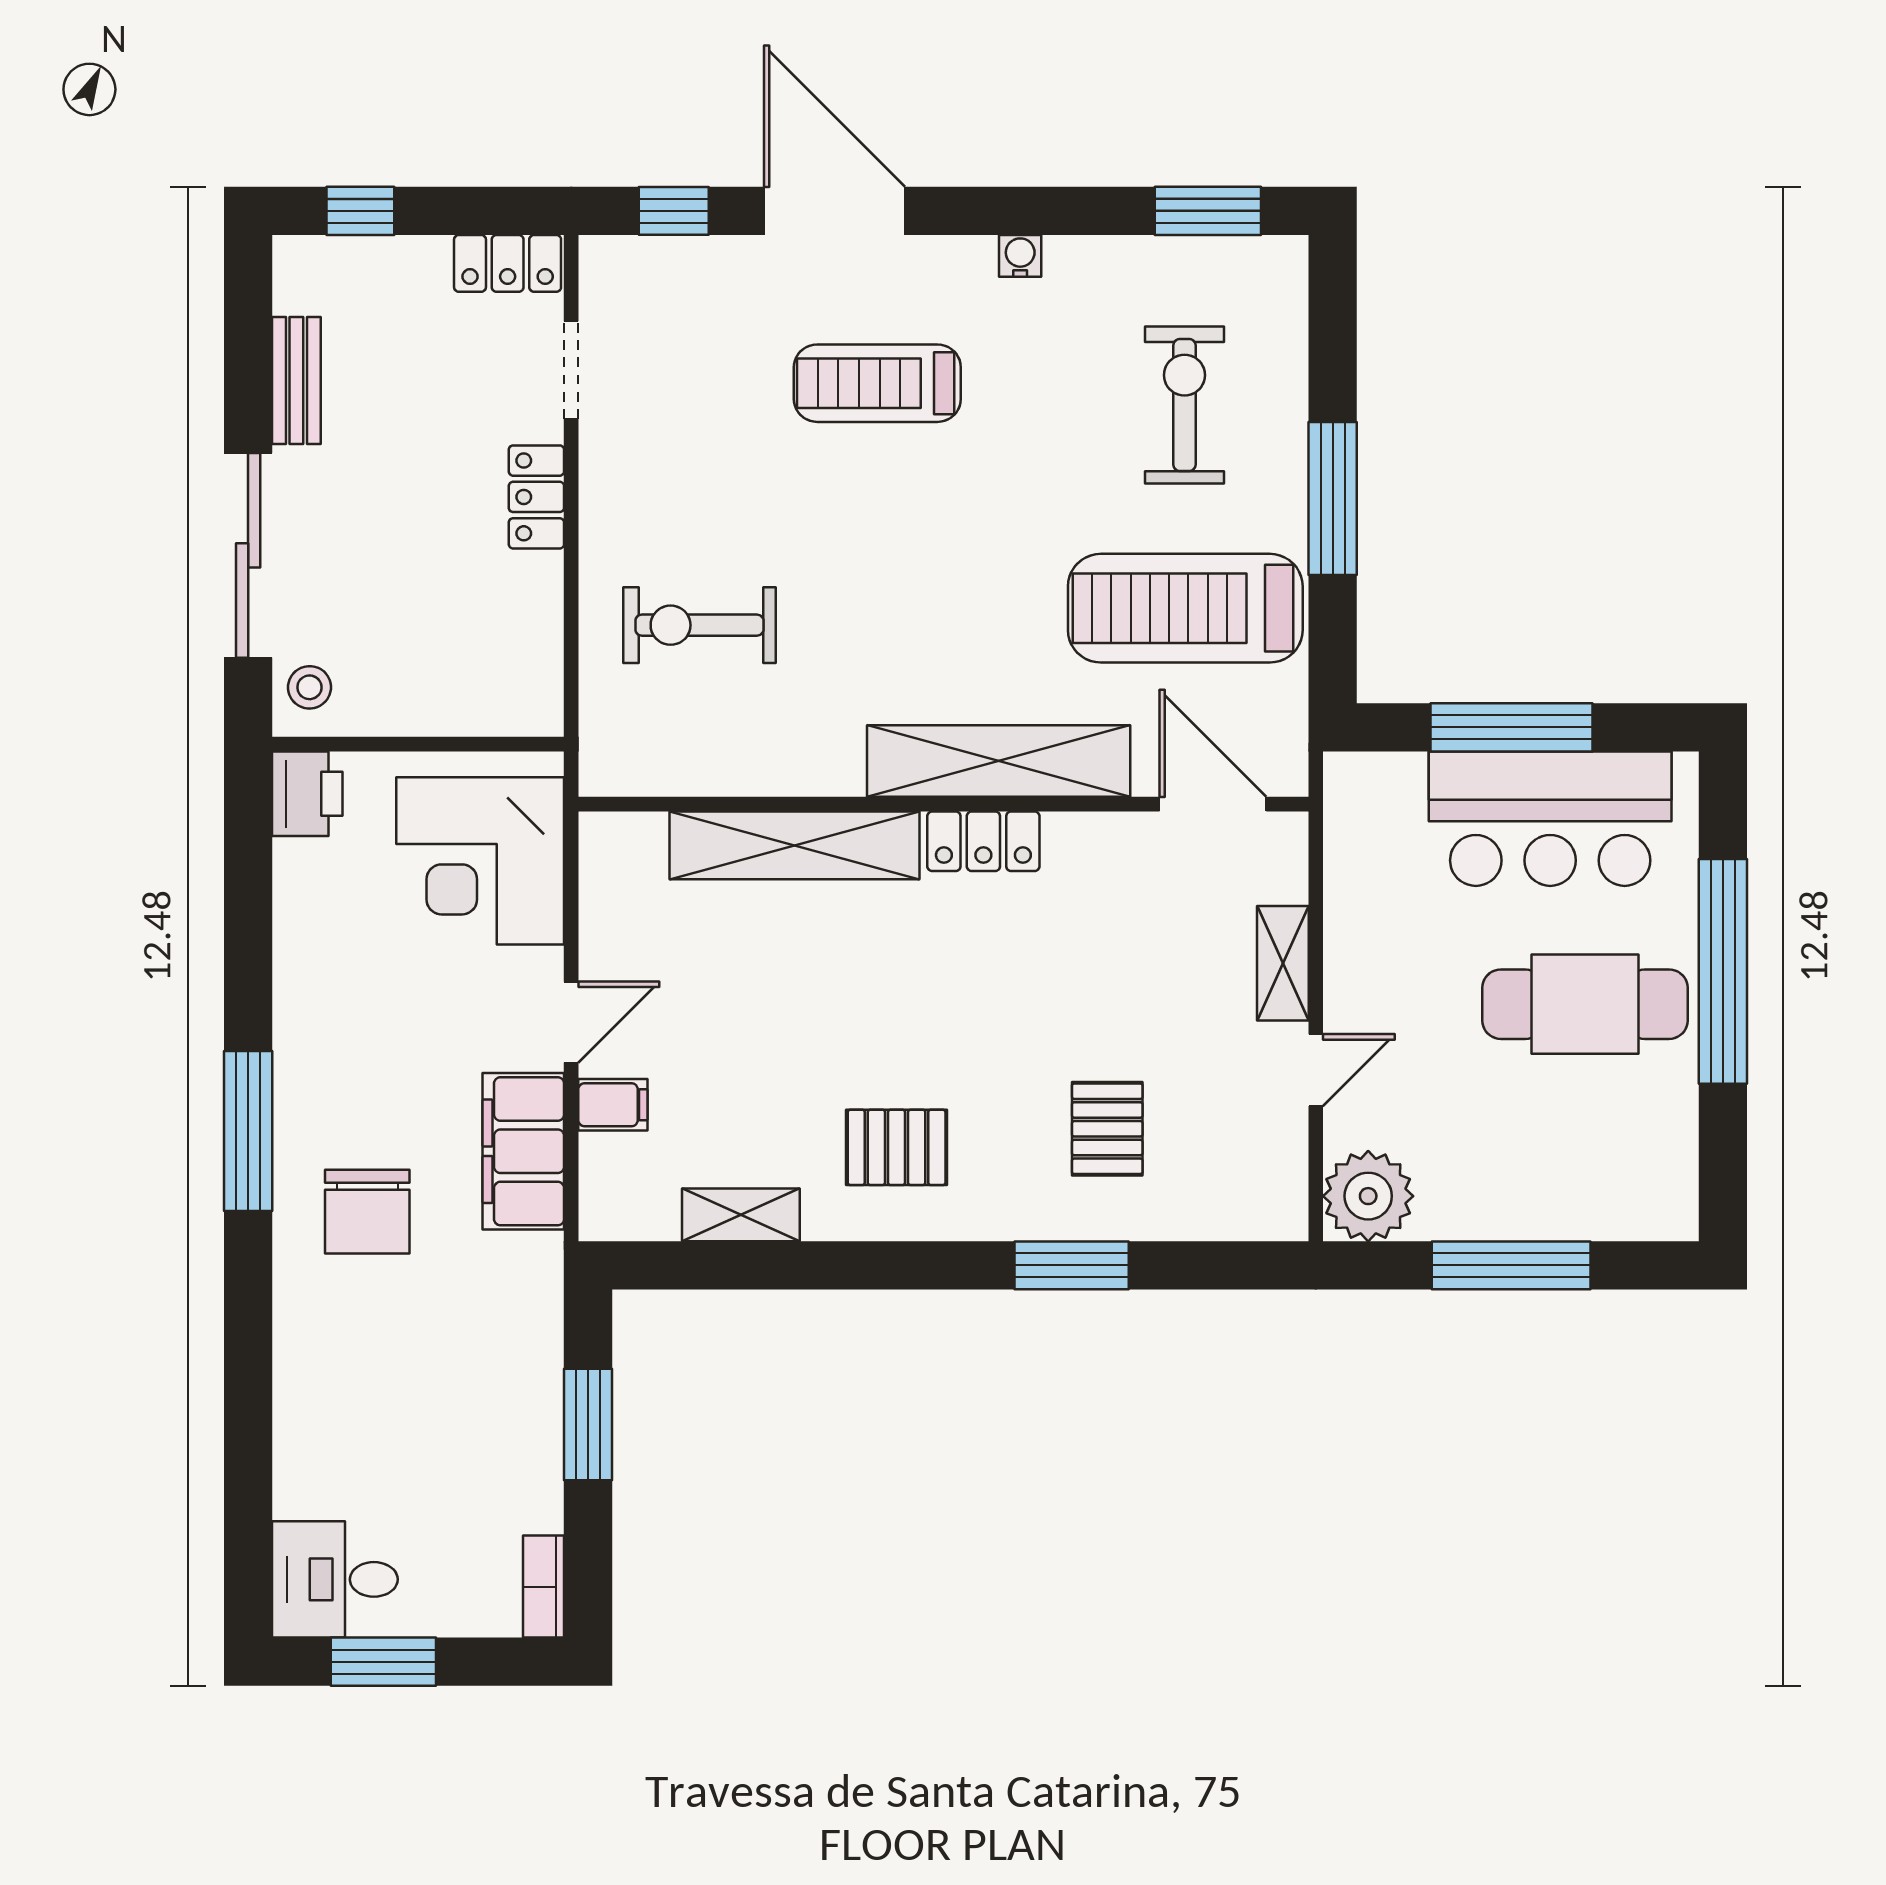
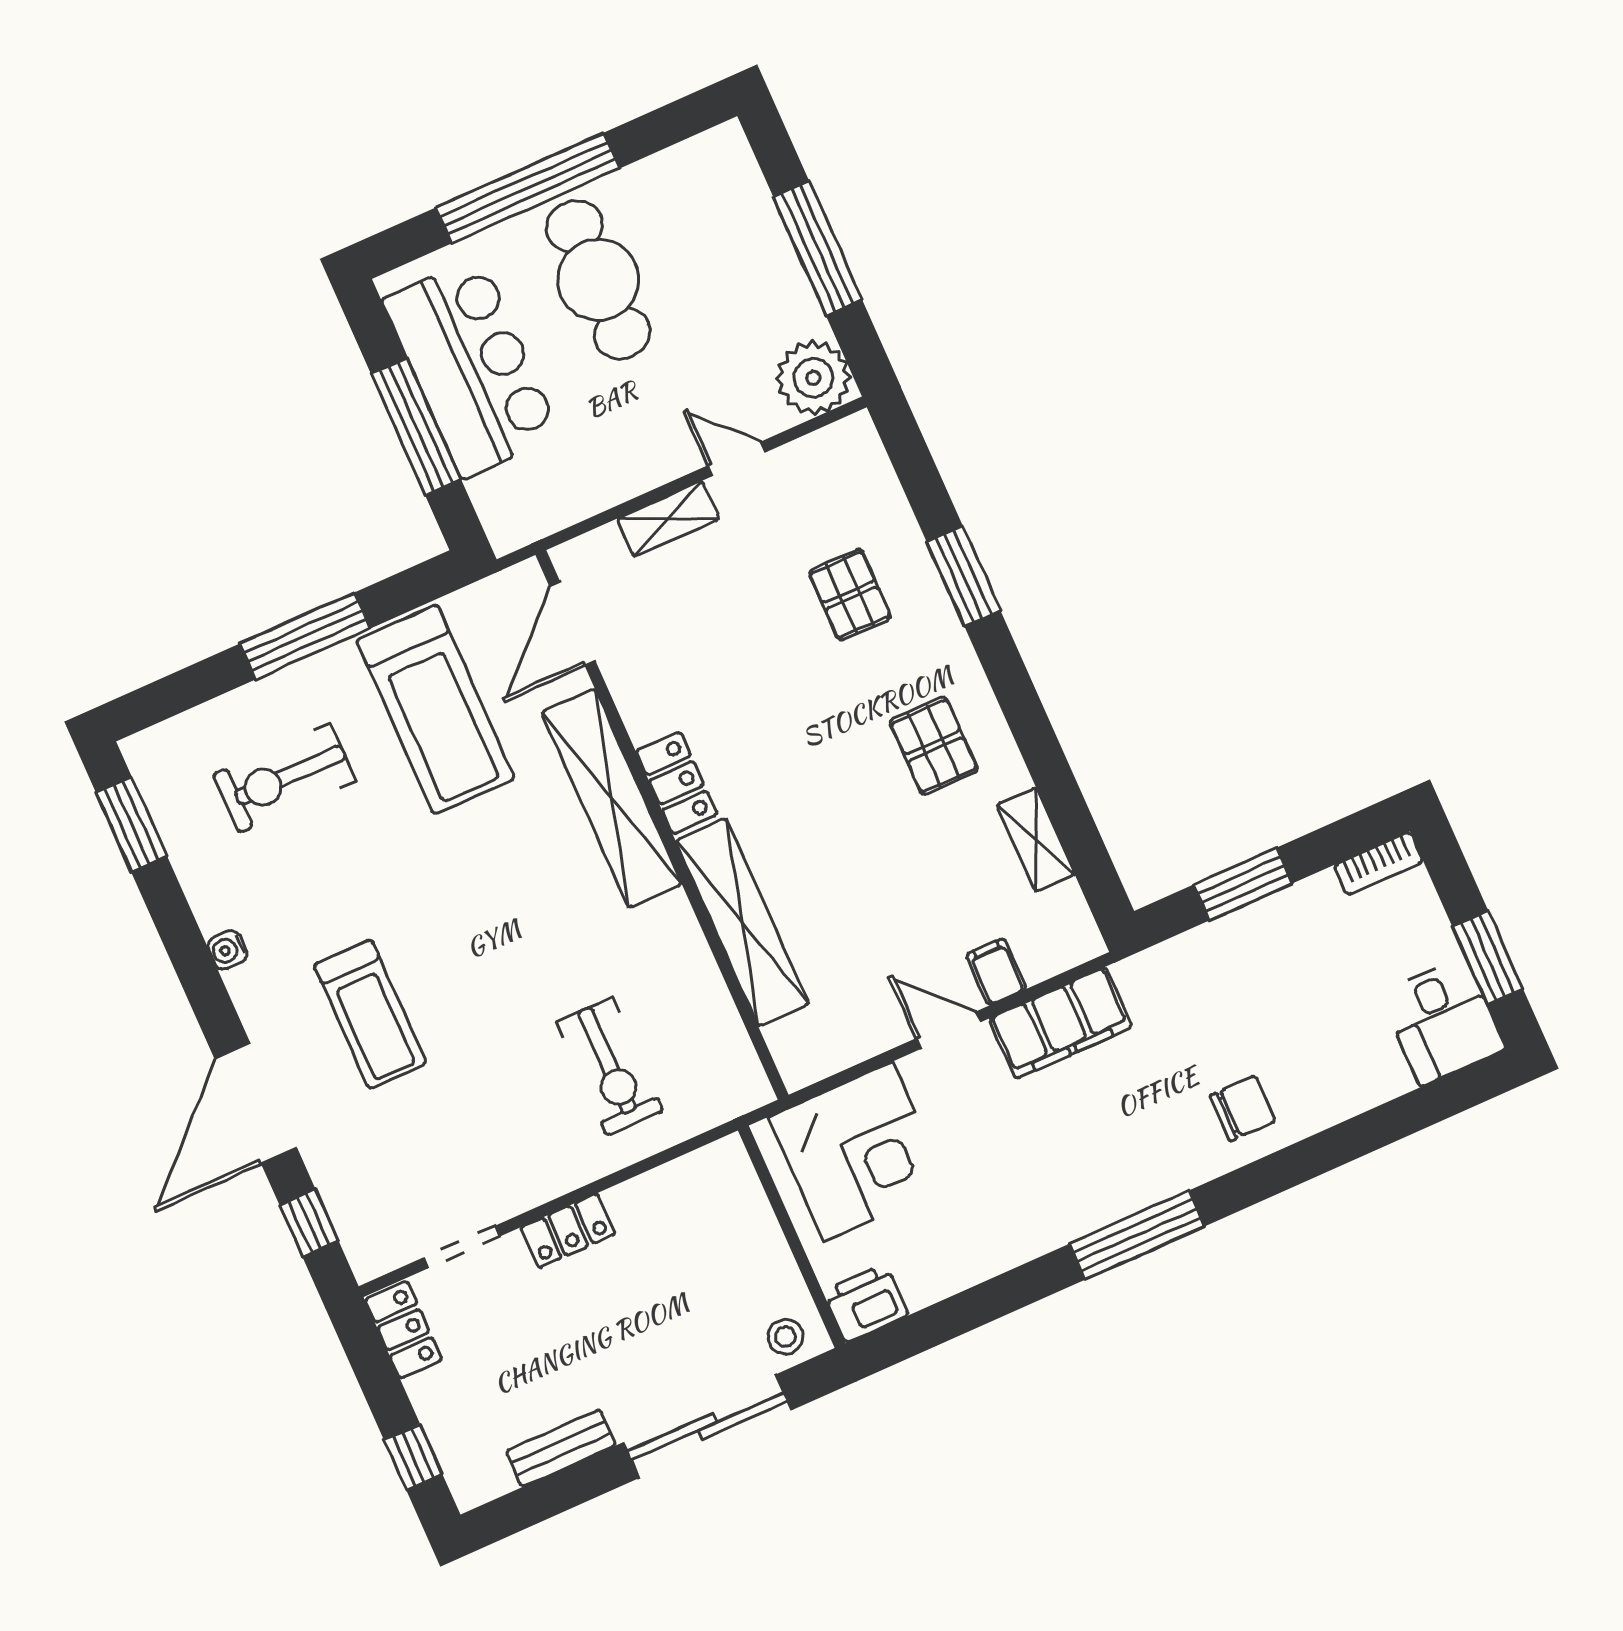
pallet: (1107, 1129) -> (850, 595), turned 90
chair: (367, 1212) -> (1243, 1108), moved, width x0.73, depth x0.73

